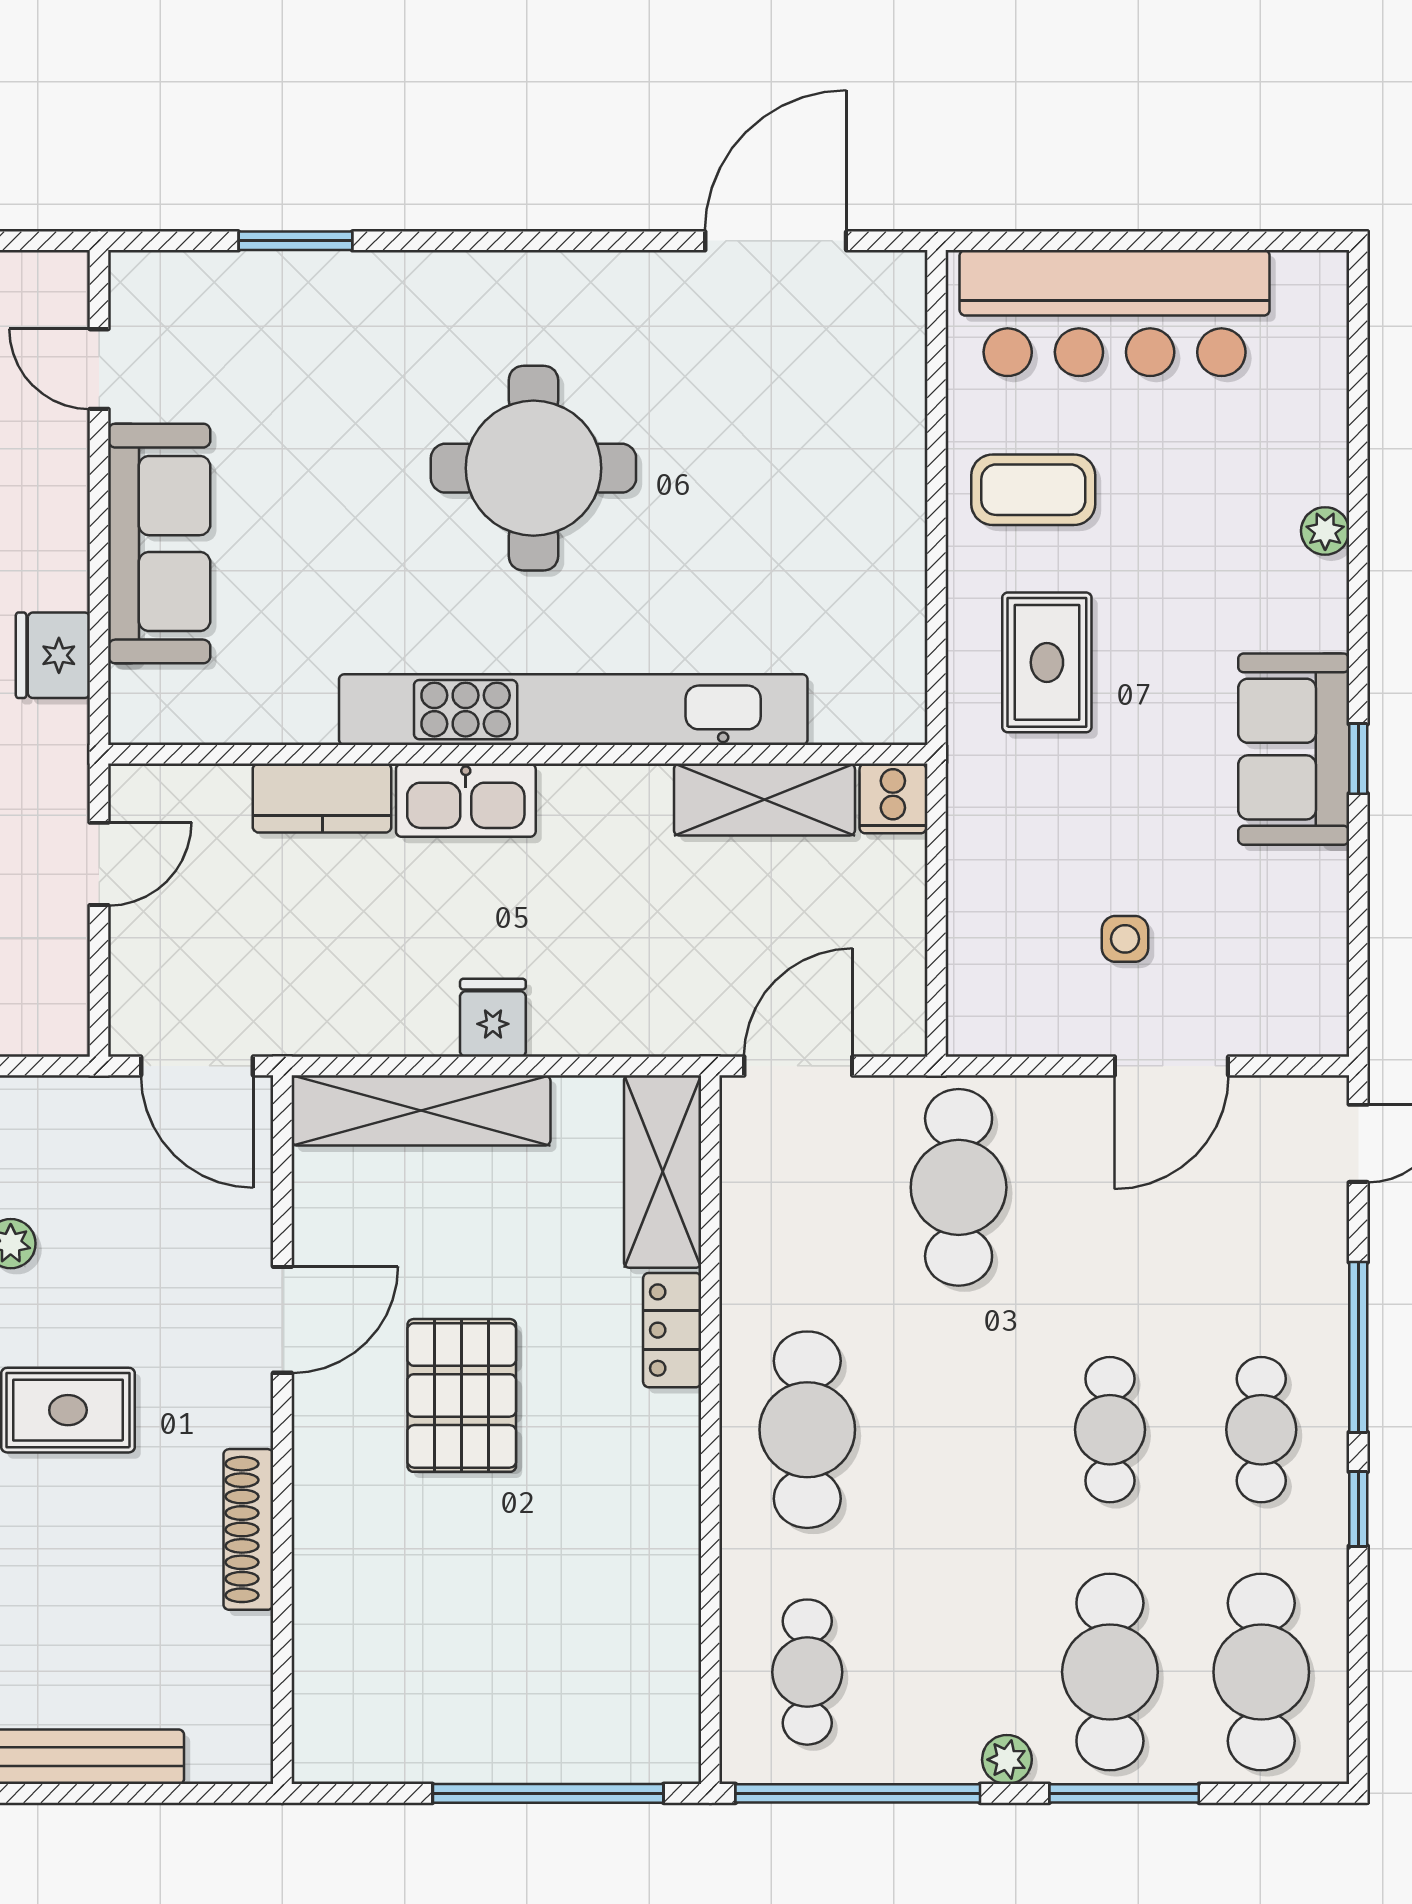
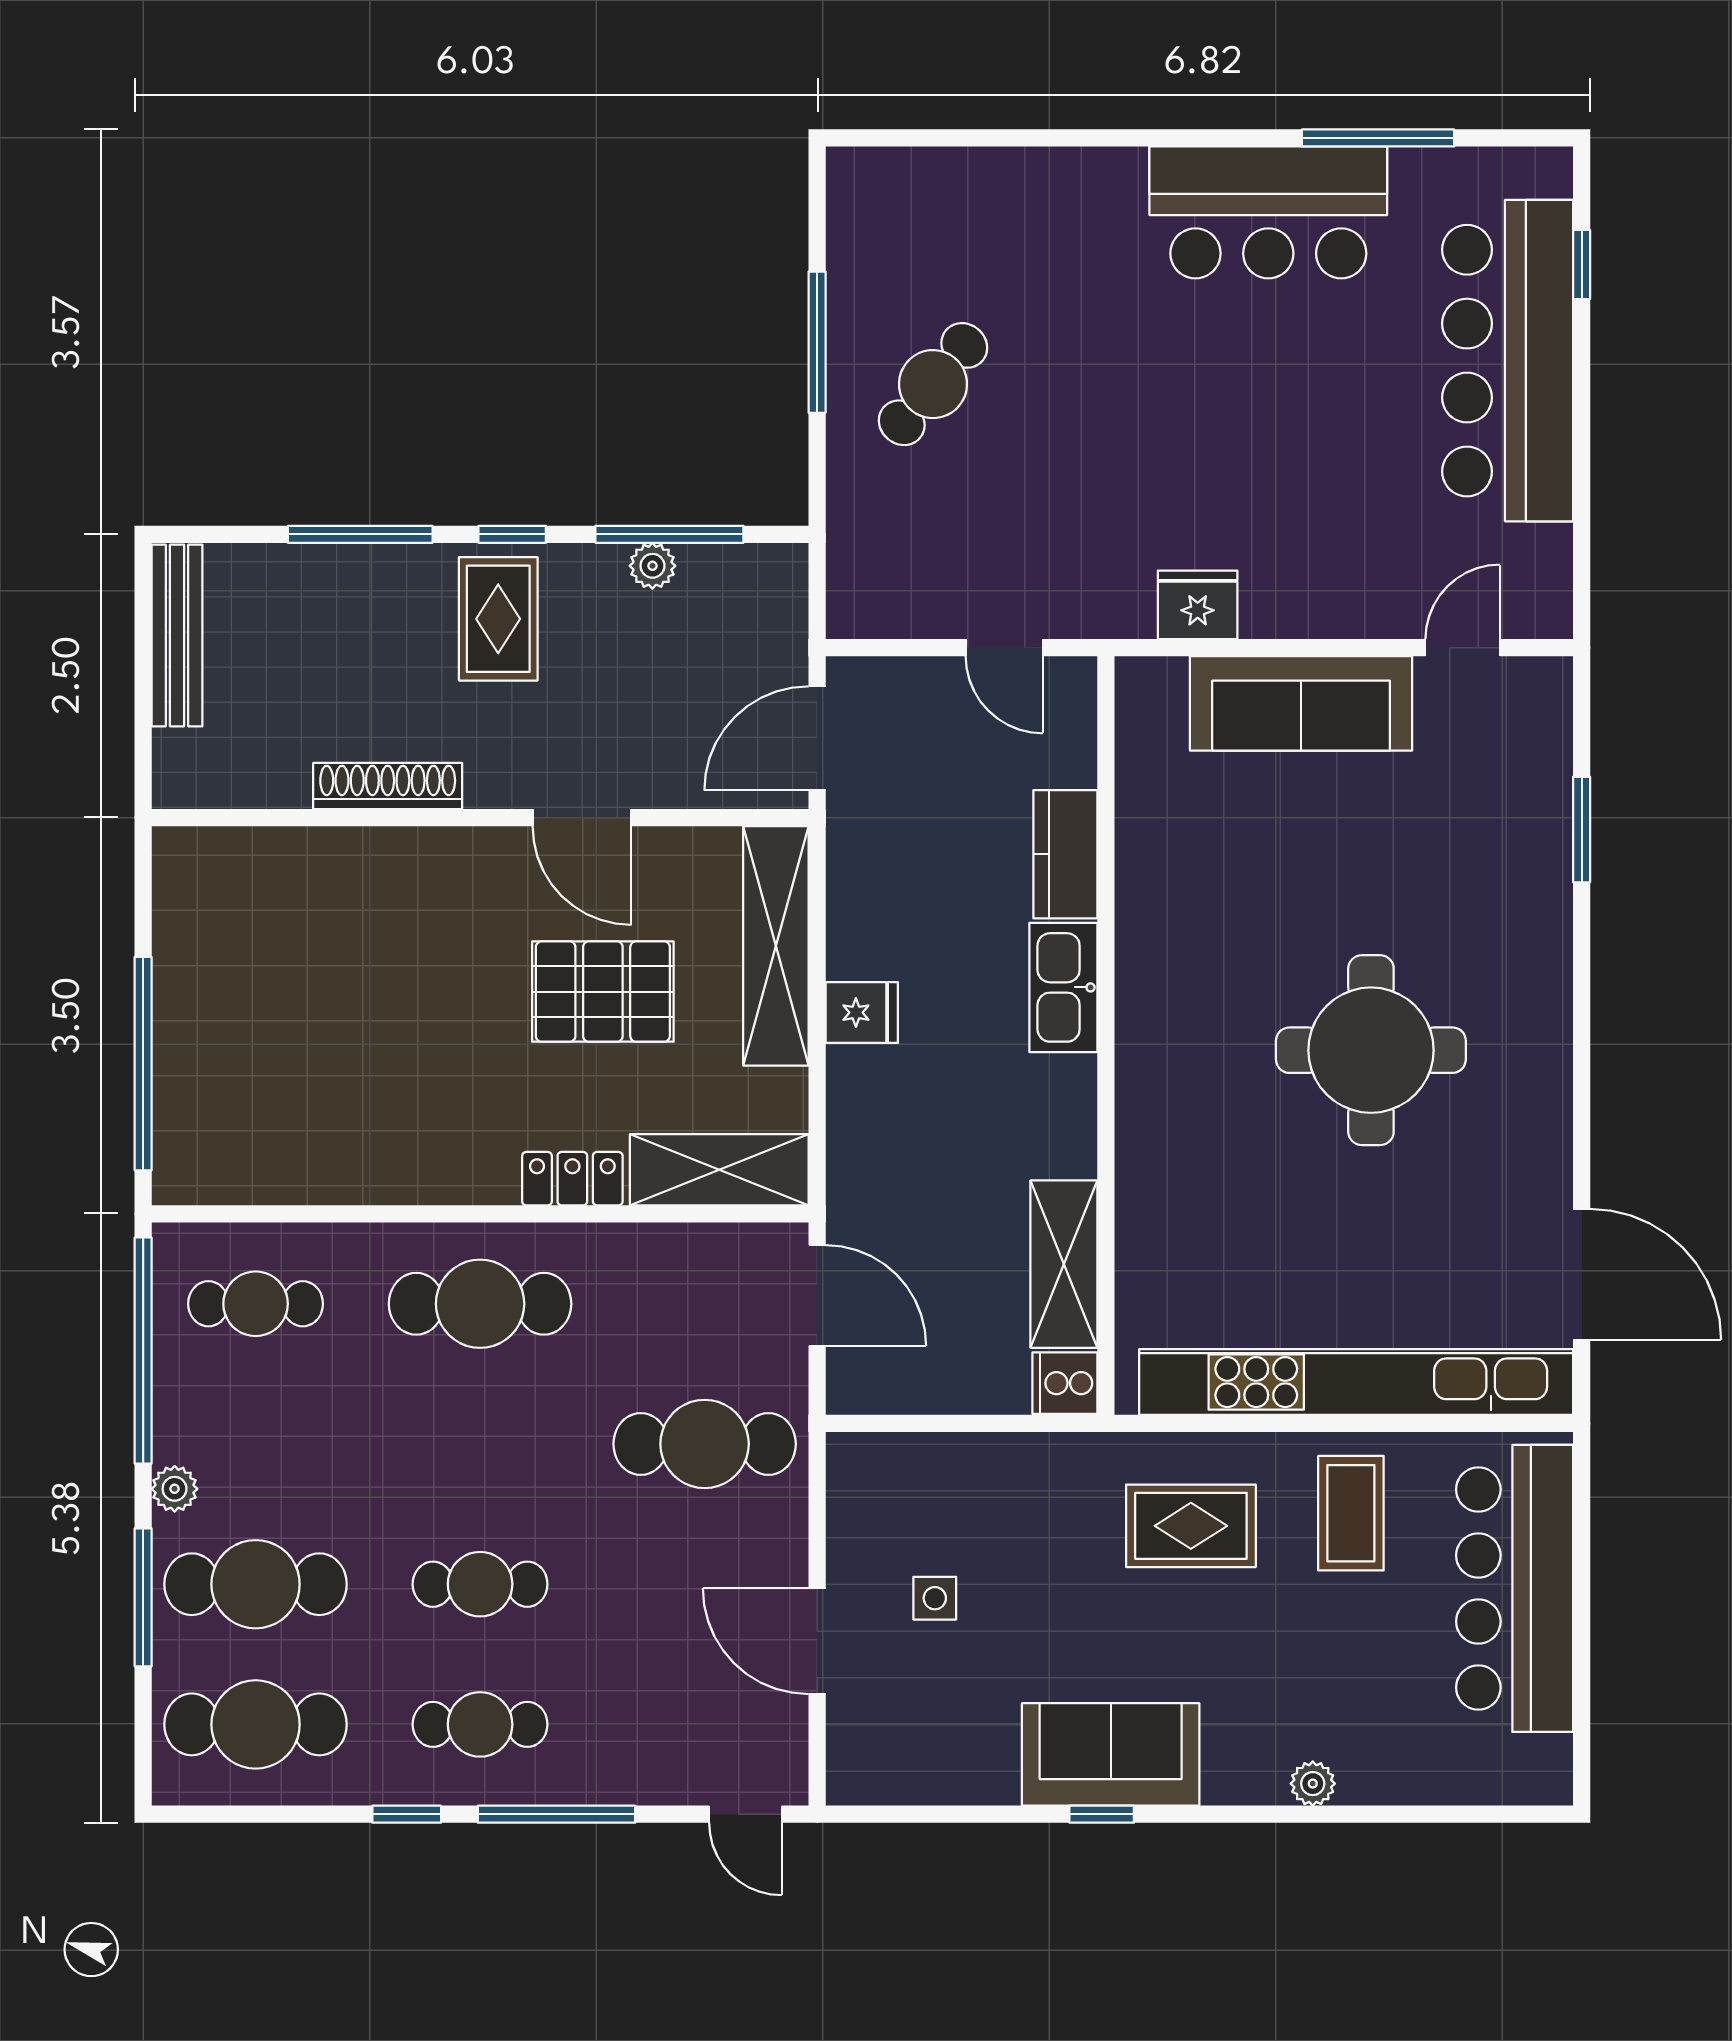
kitchen unit: (573, 710) -> (1356, 1382), moved, turned -90
pallet: (462, 1395) -> (603, 992), moved

